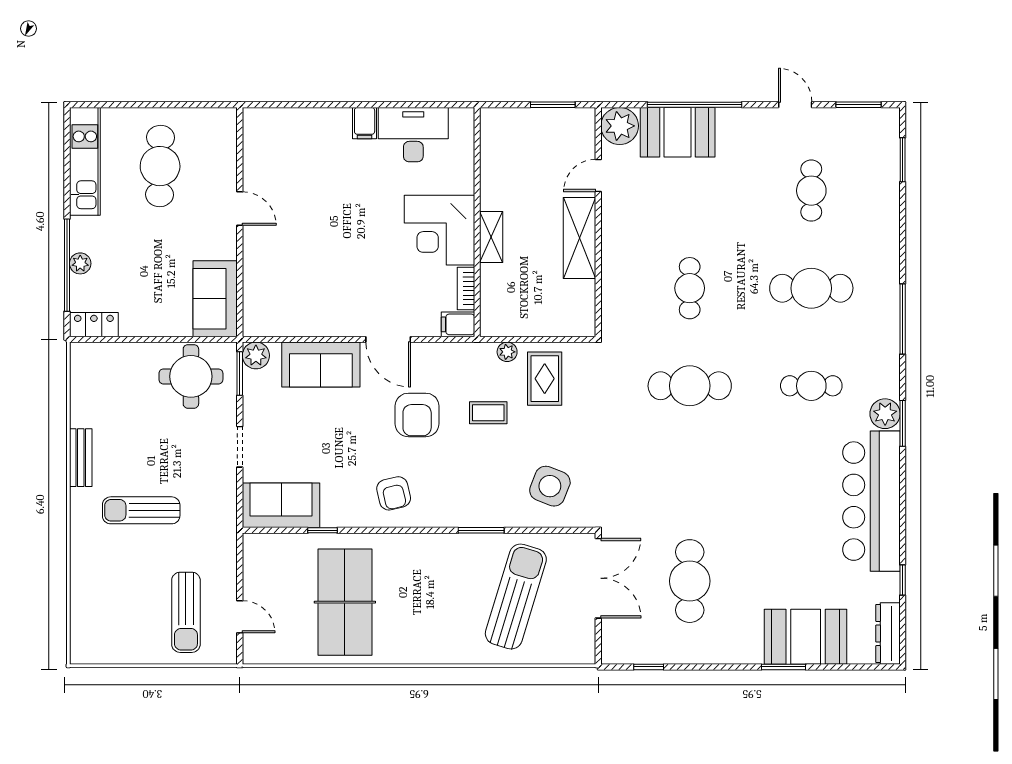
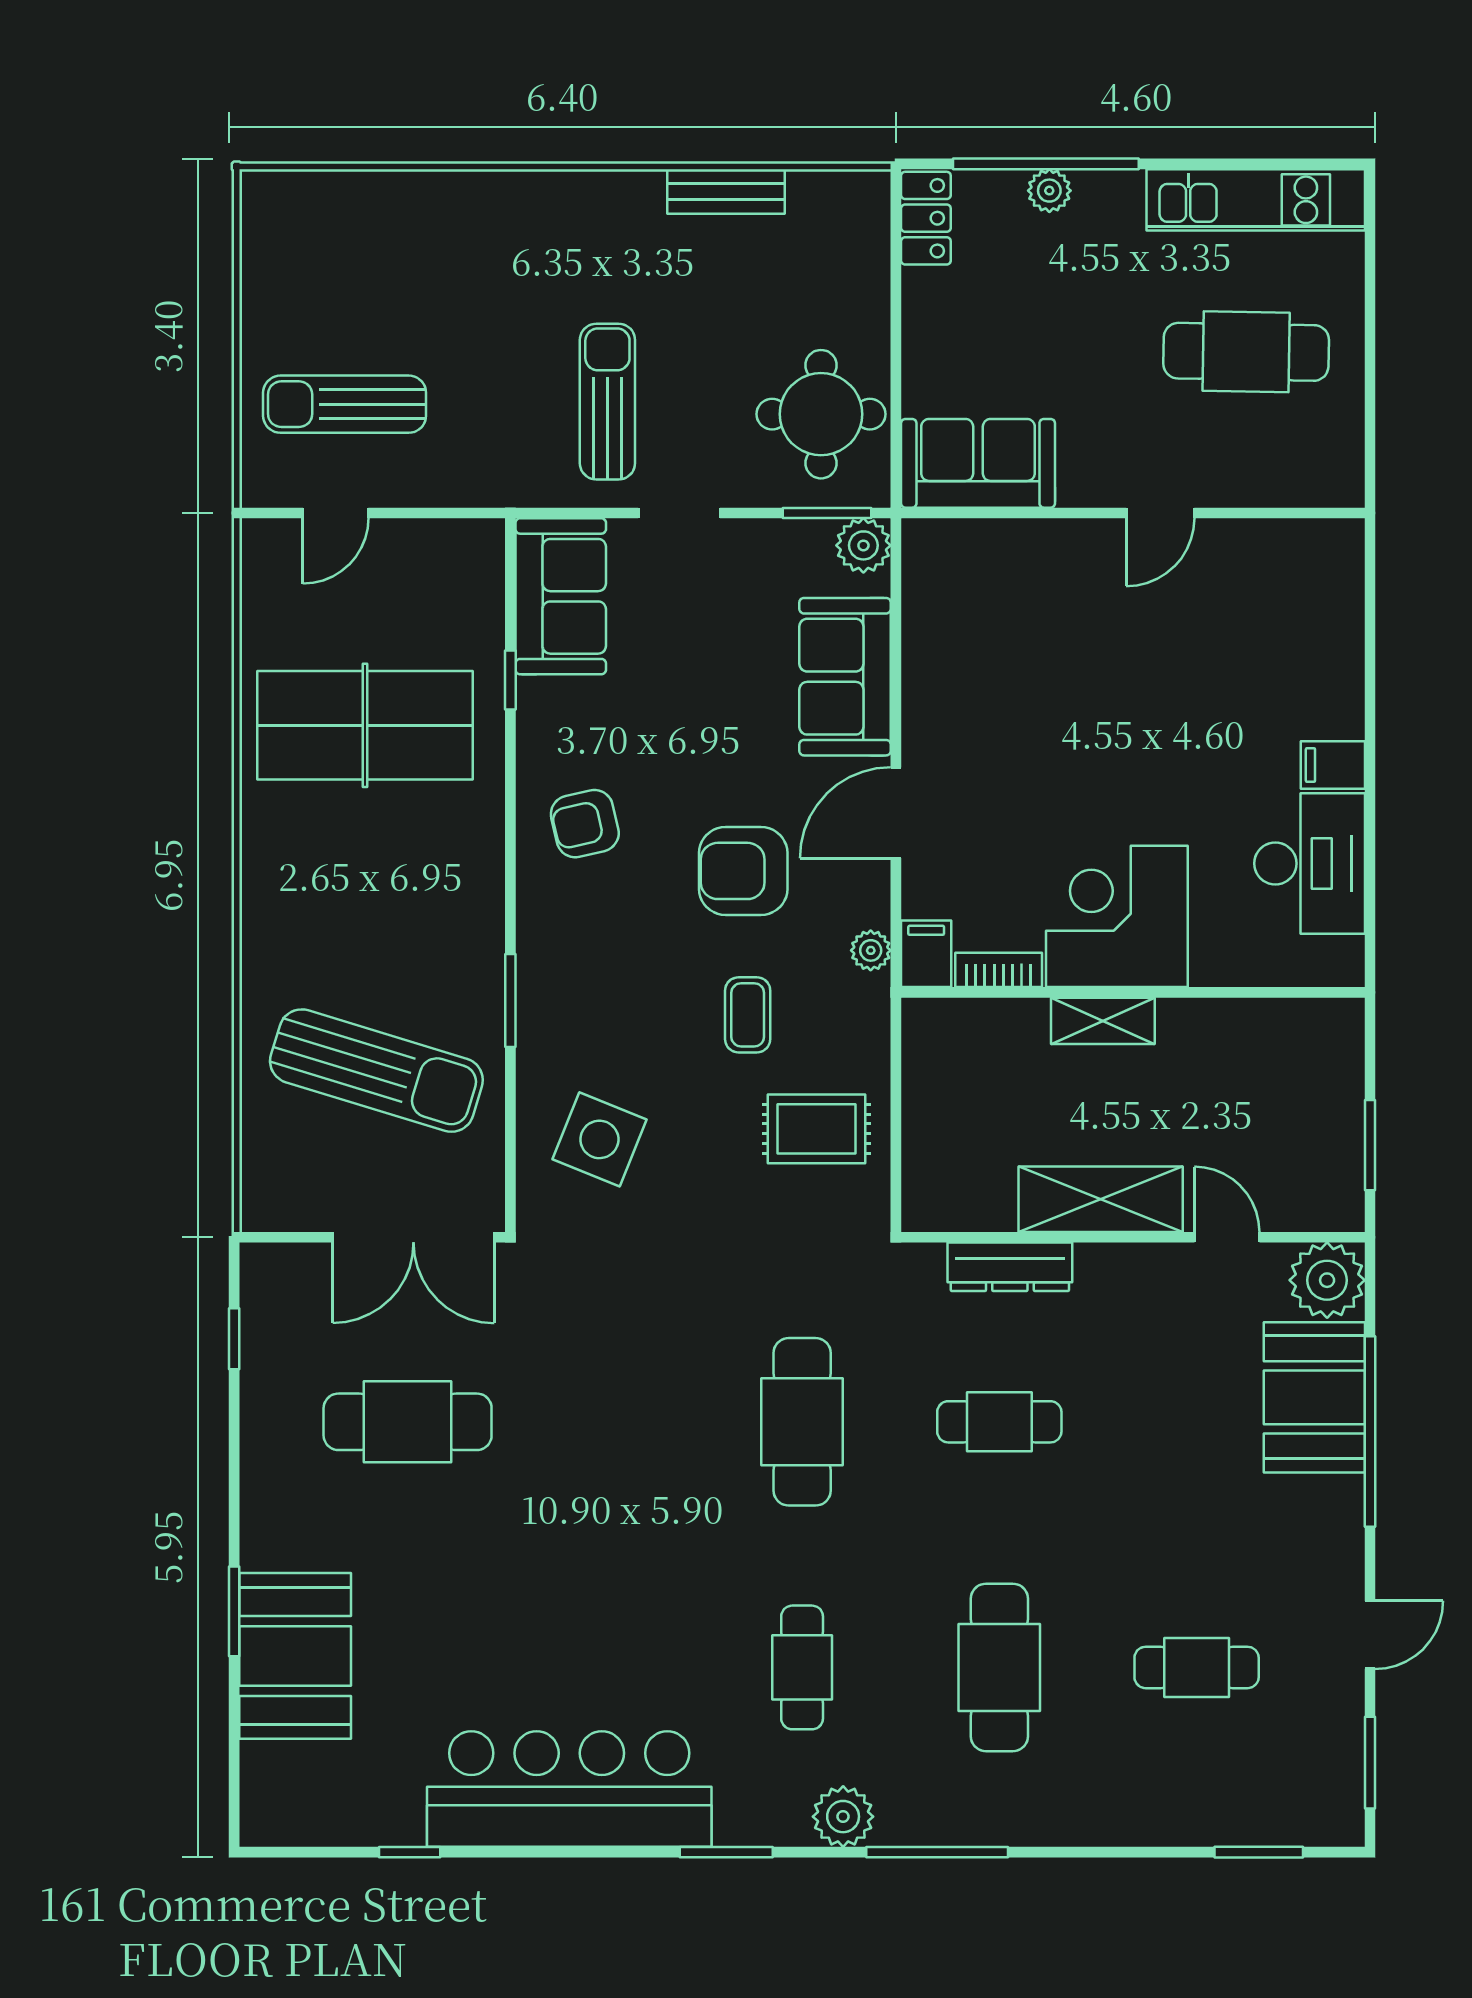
plant: (507, 352) -> (871, 950), moved
plant: (885, 414) -> (843, 1817), moved
bench: (81, 458) -> (726, 191), moved
sun lounger: (141, 510) -> (607, 402), moved
dresser: (888, 634) -> (1010, 1267), moved, turned 180

